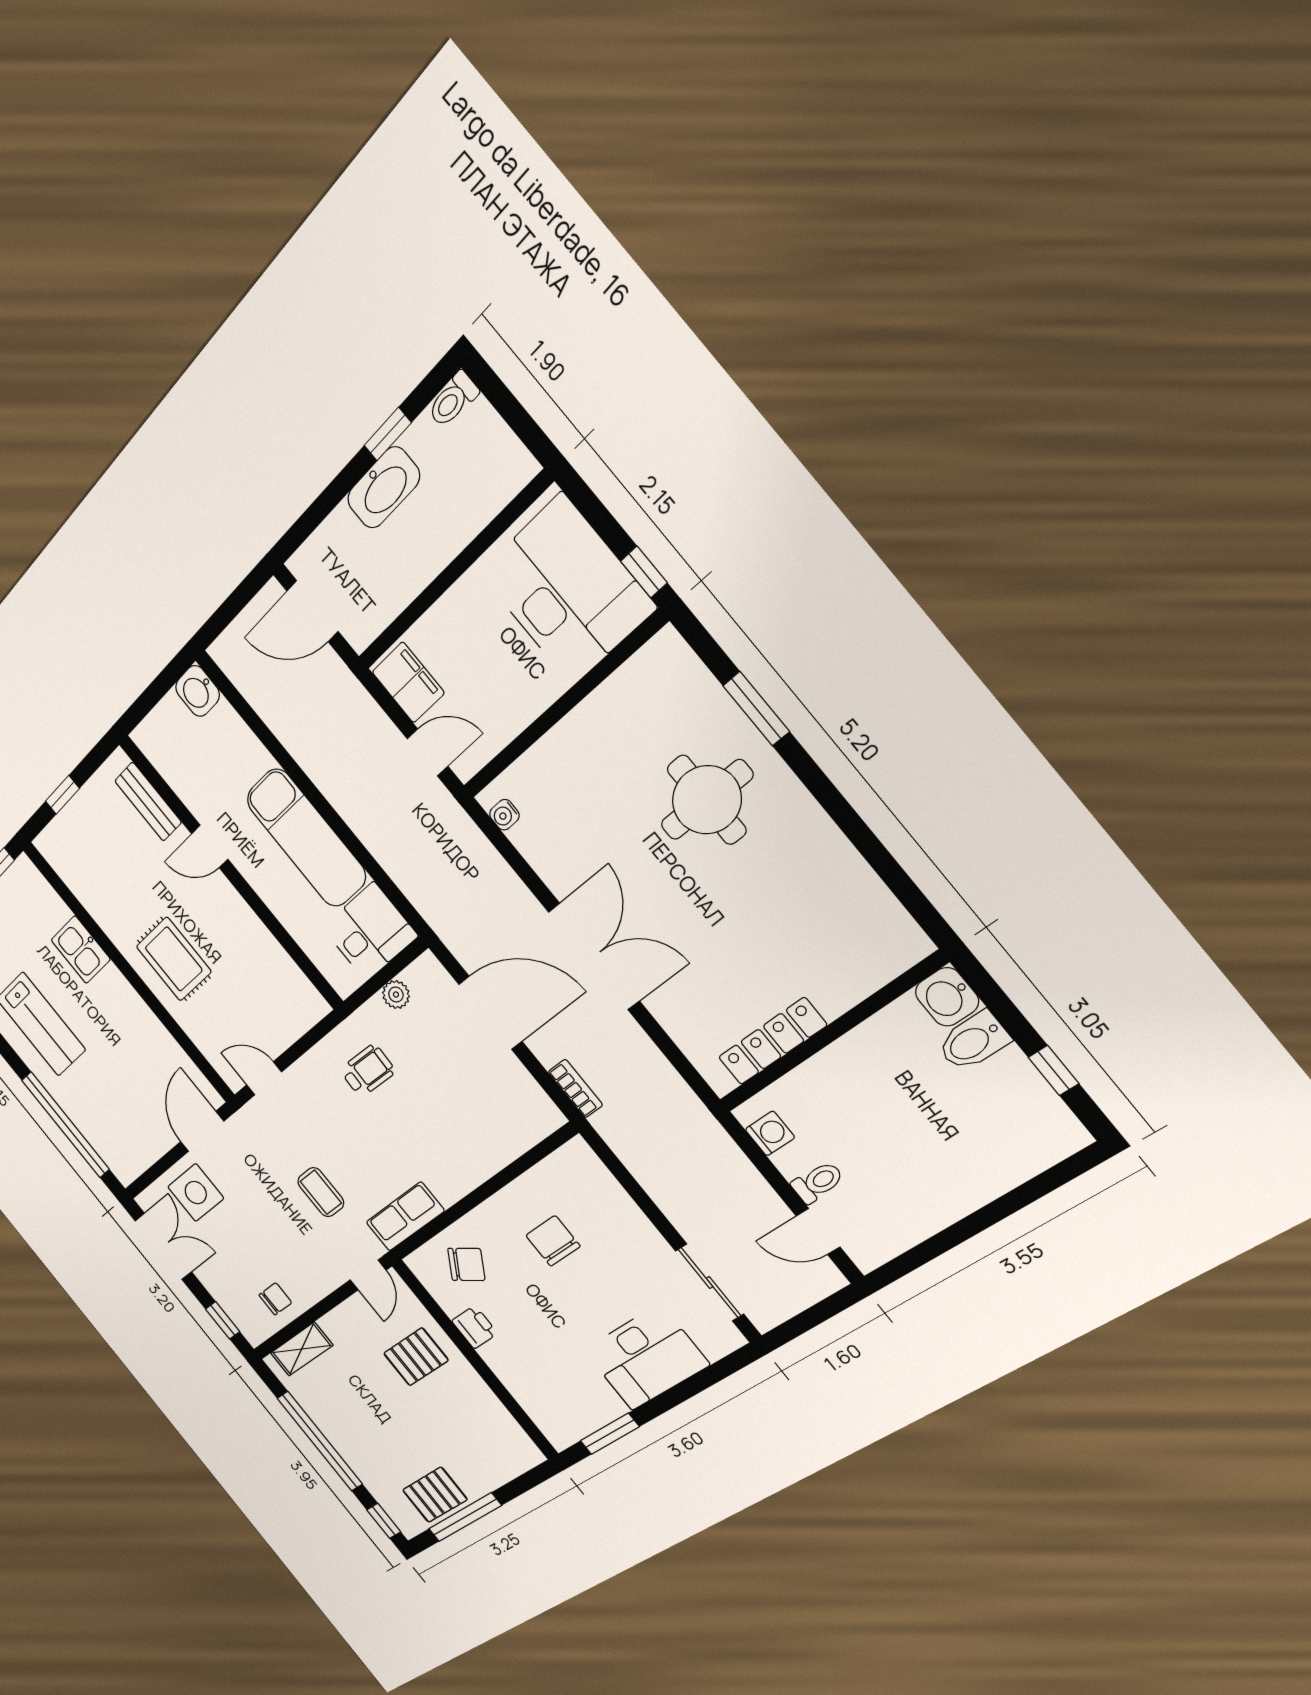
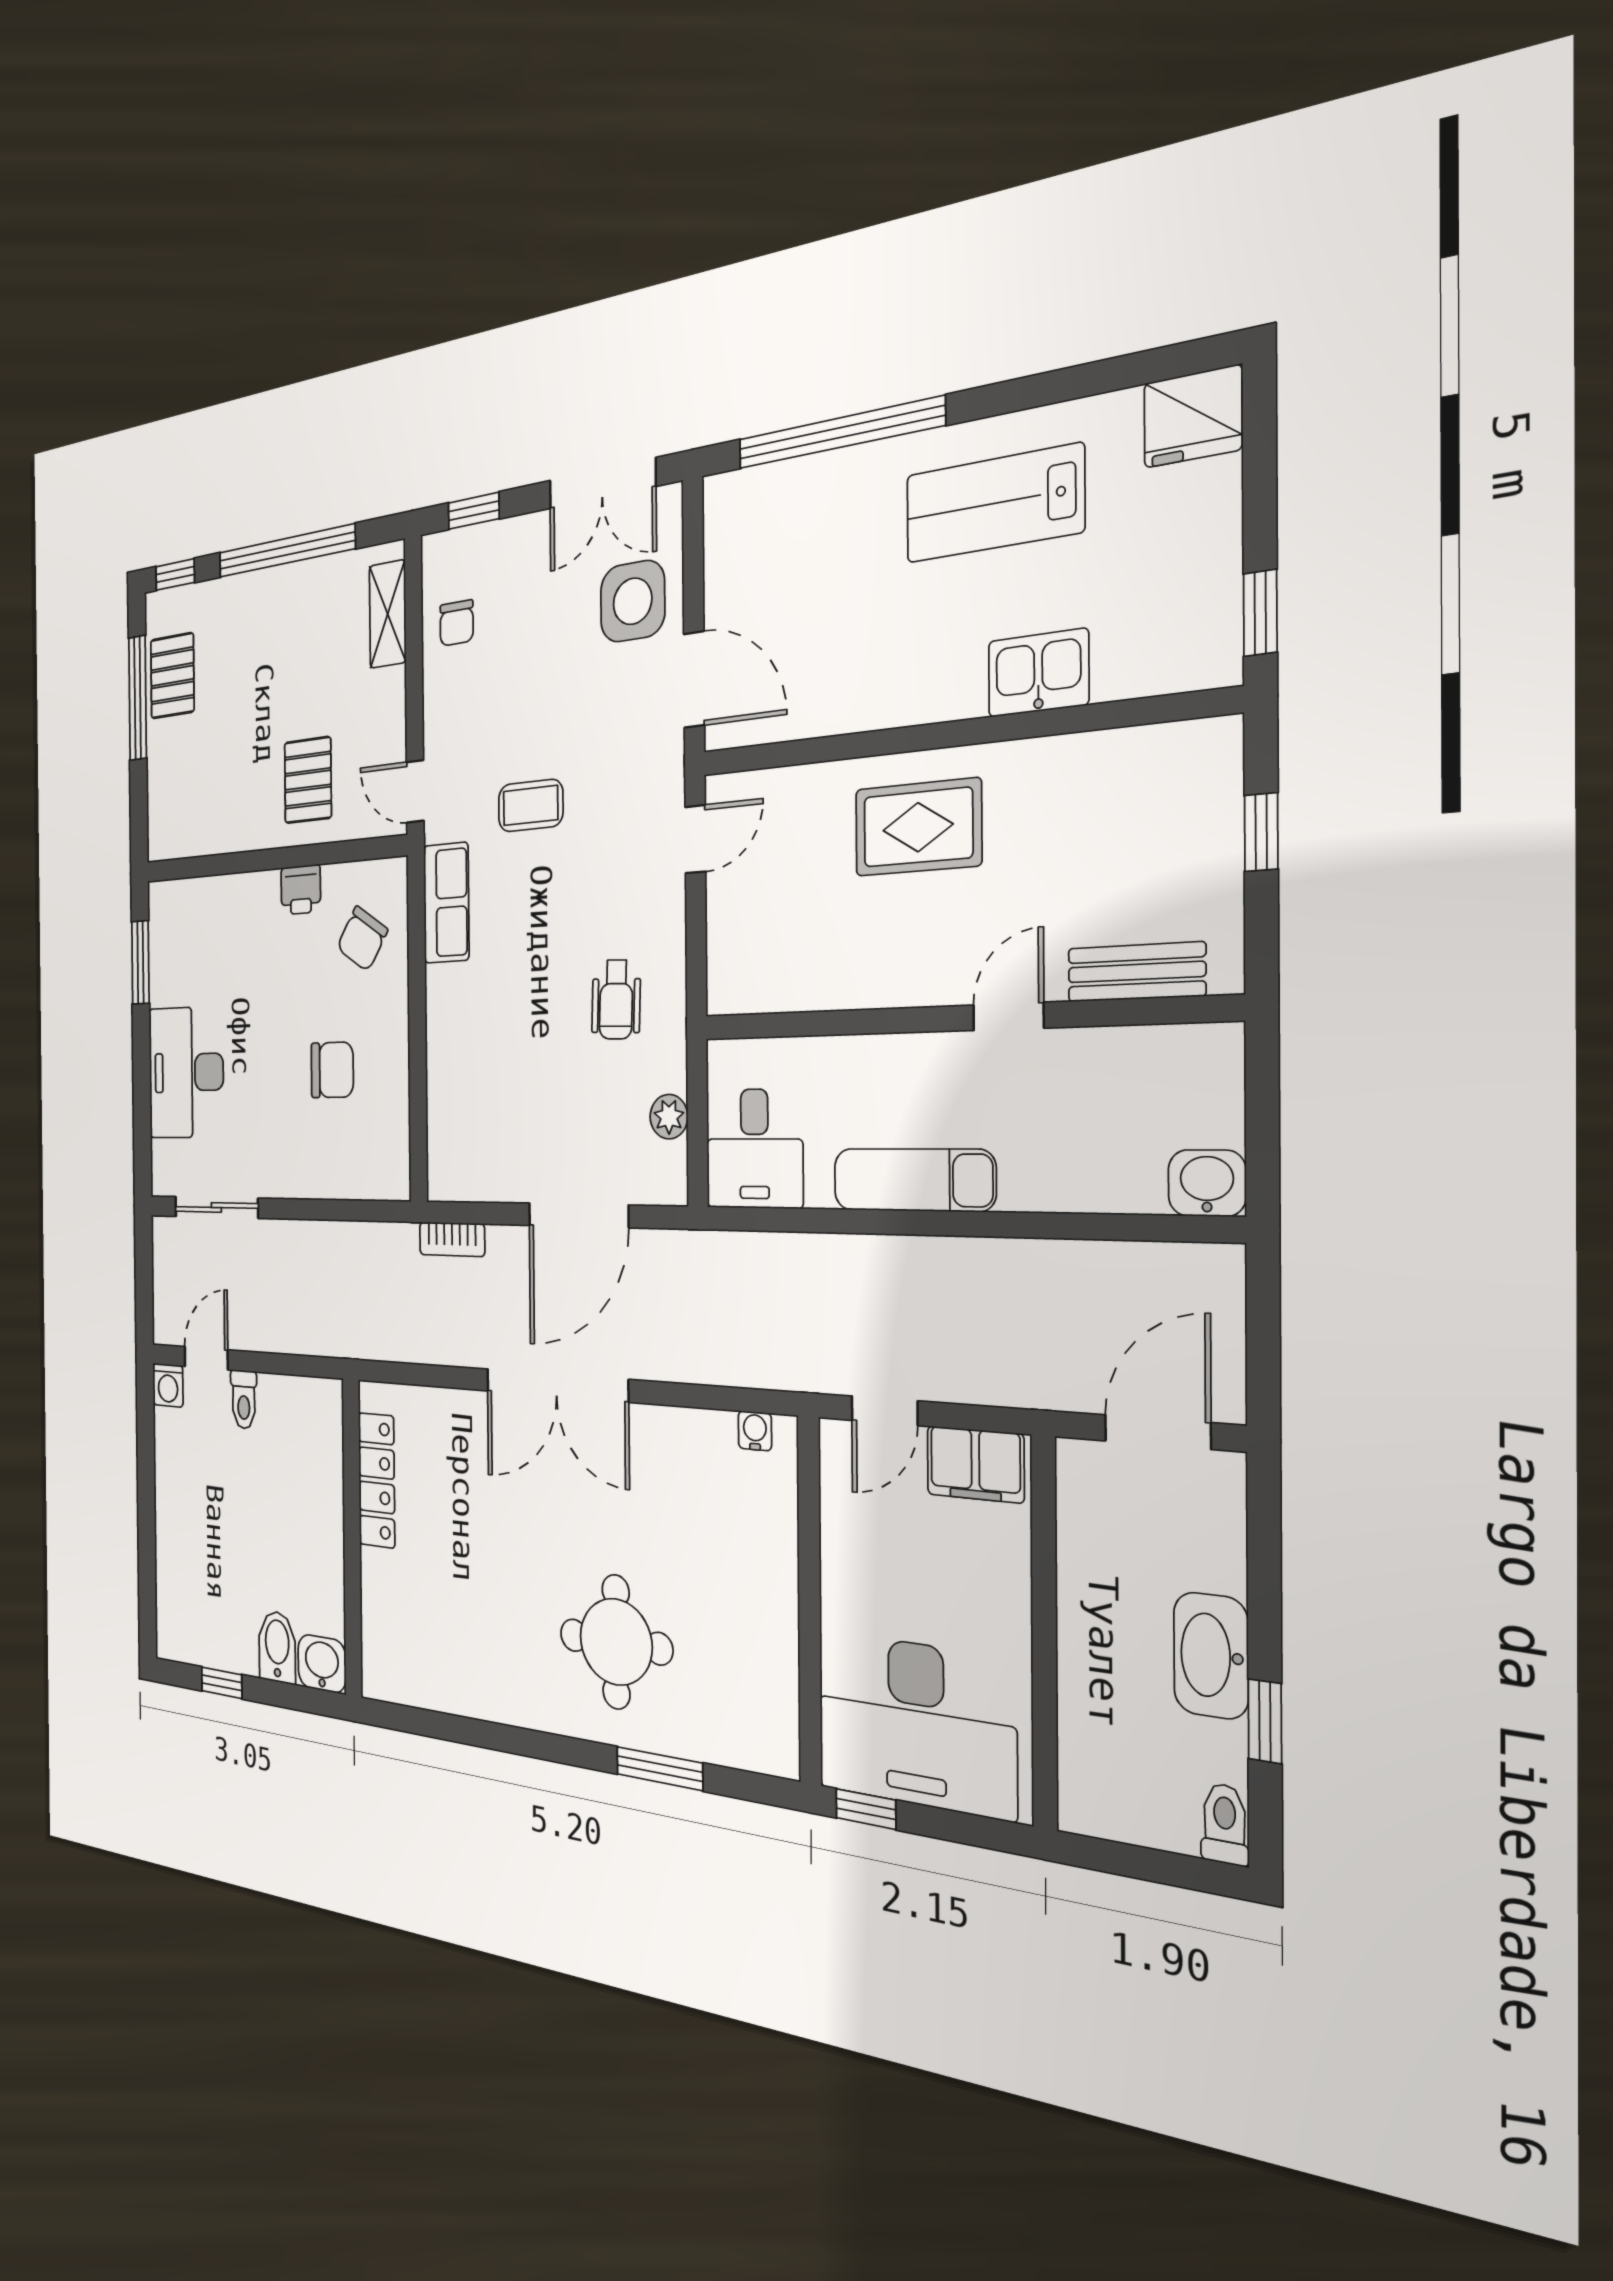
exam couch: (306, 838) -> (914, 1180), width x0.73, depth x0.69
washing machine: (770, 1133) -> (168, 1385), moved

